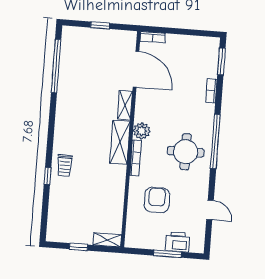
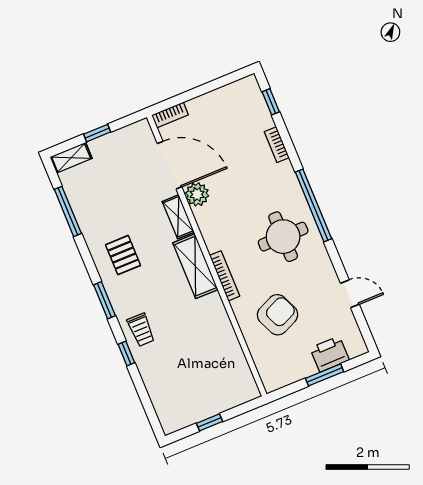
window: (221, 61) -> (271, 102), width x0.67
window: (56, 66) -> (68, 211), width x0.68
pallet: (77, 112) -> (123, 255), added
plant: (142, 131) -> (197, 194), moved
window: (51, 135) -> (104, 300), added
armchair: (157, 200) -> (278, 315), turned 66
shelving: (107, 240) -> (71, 158), moved

